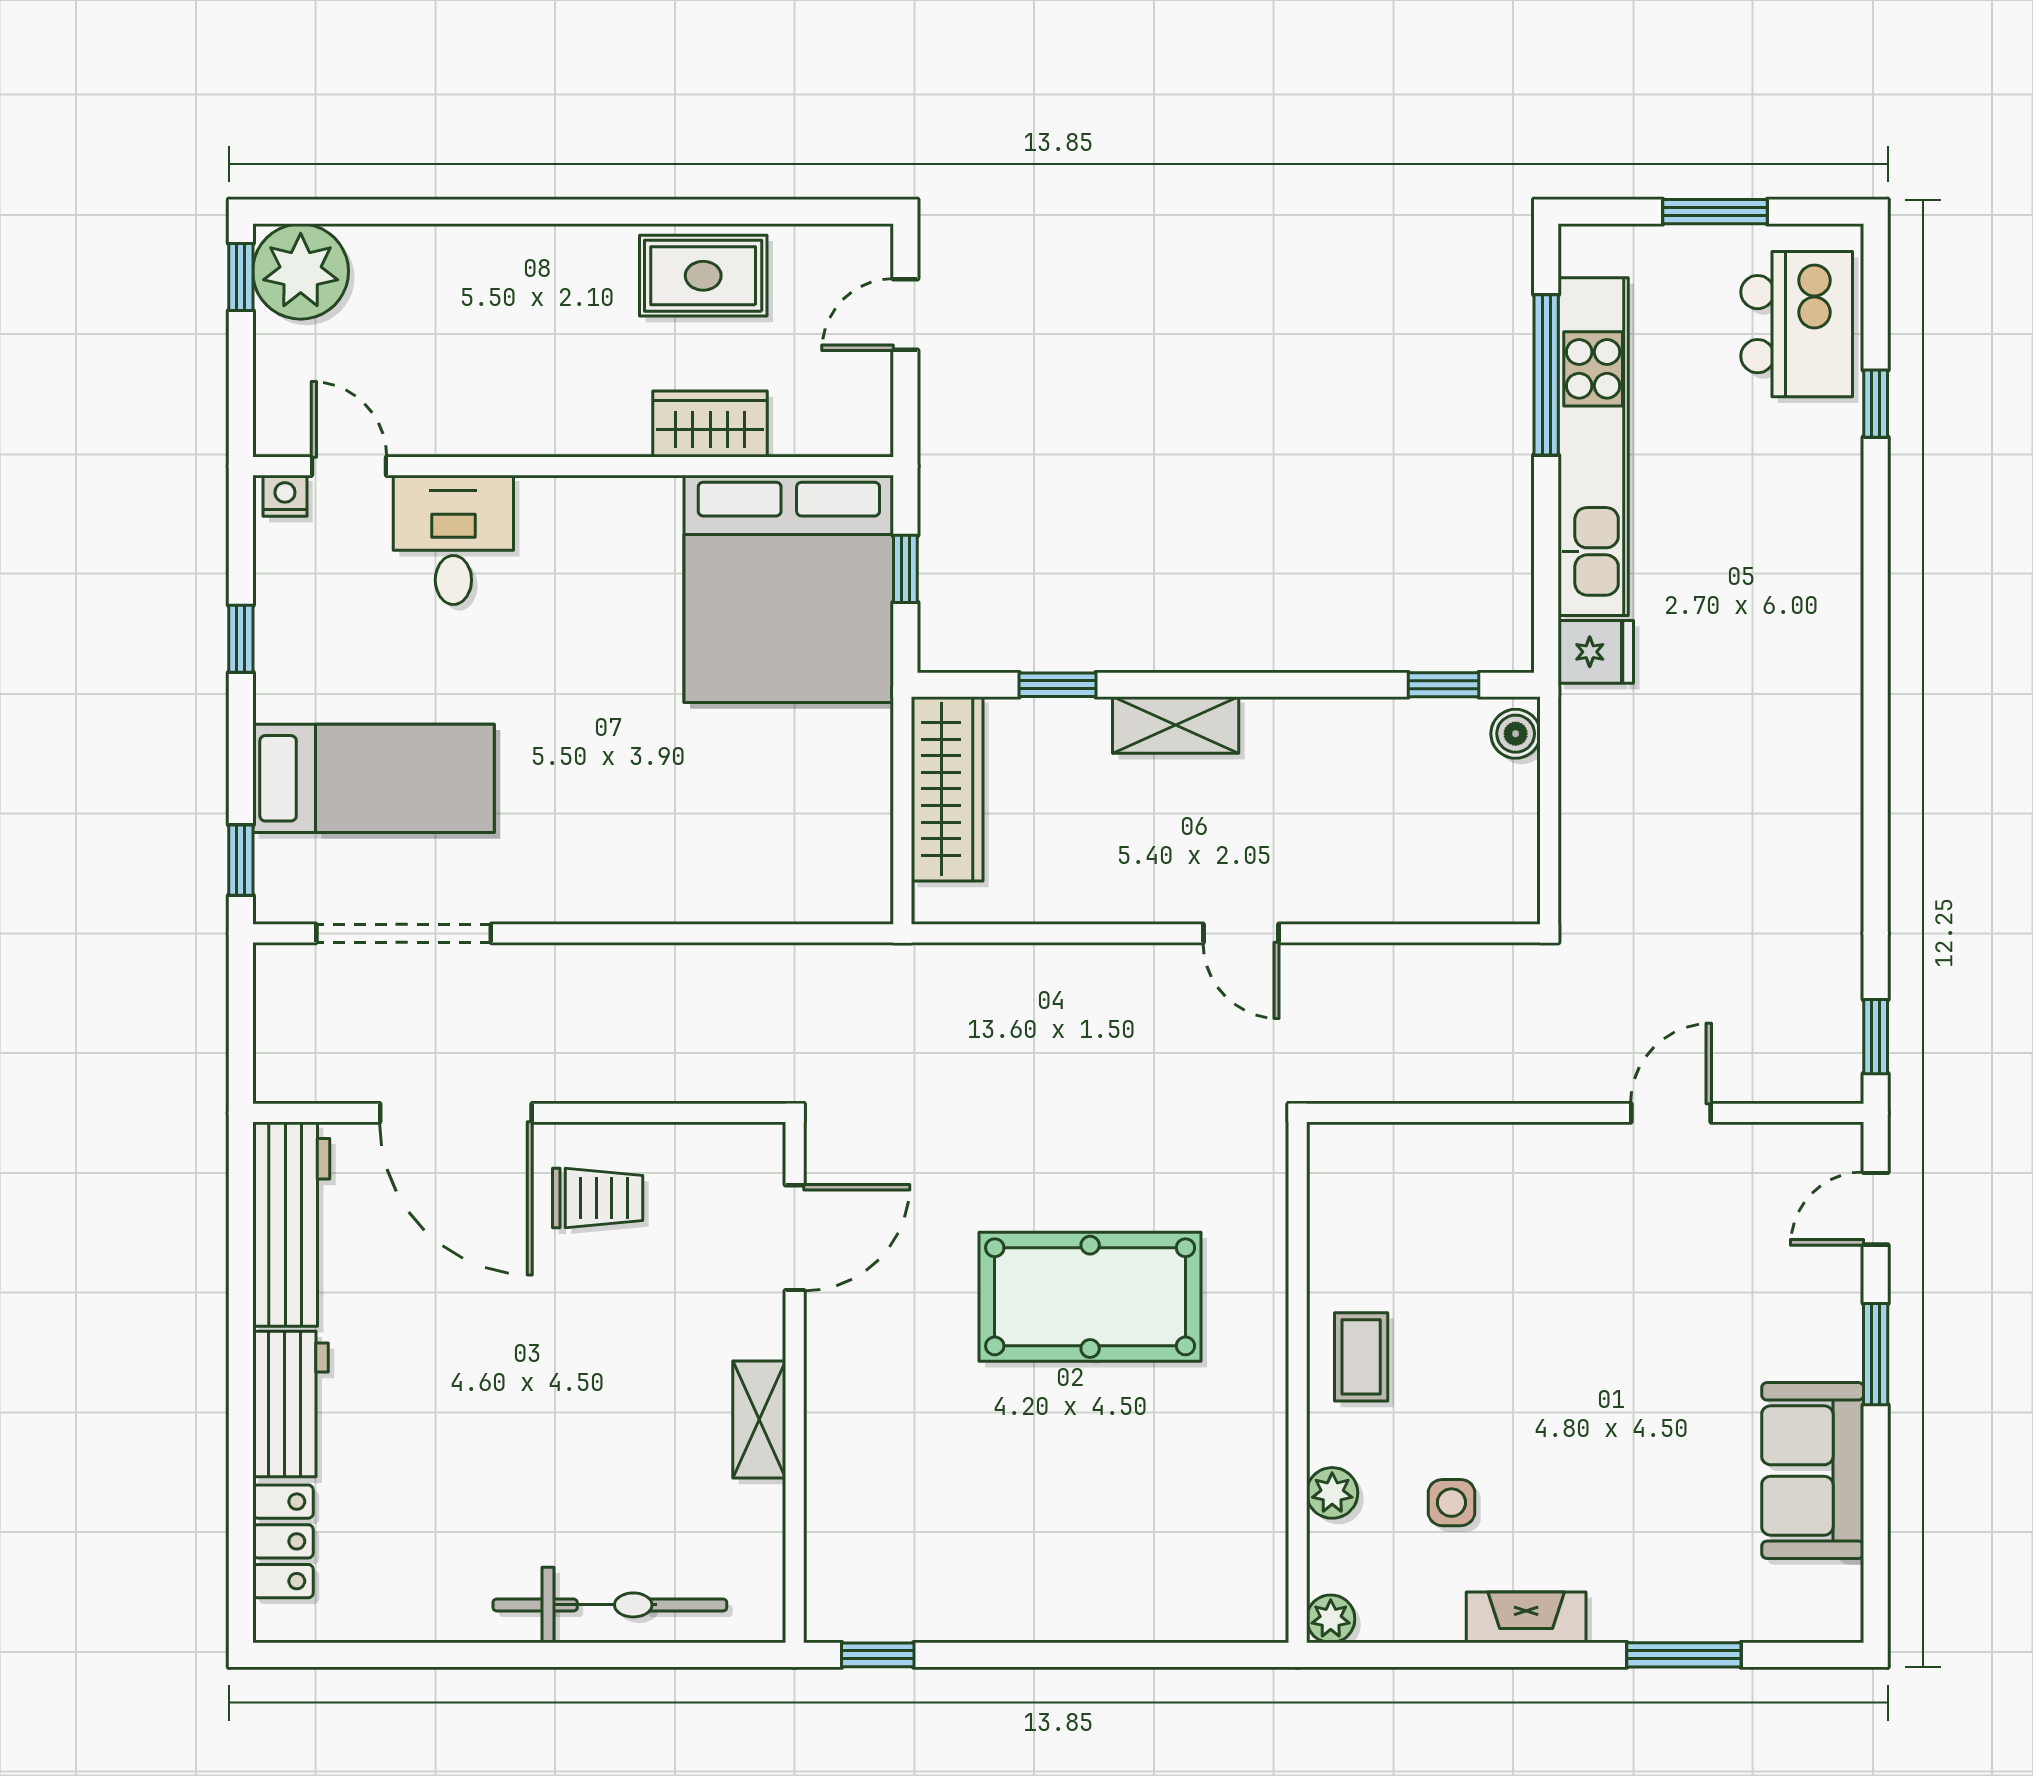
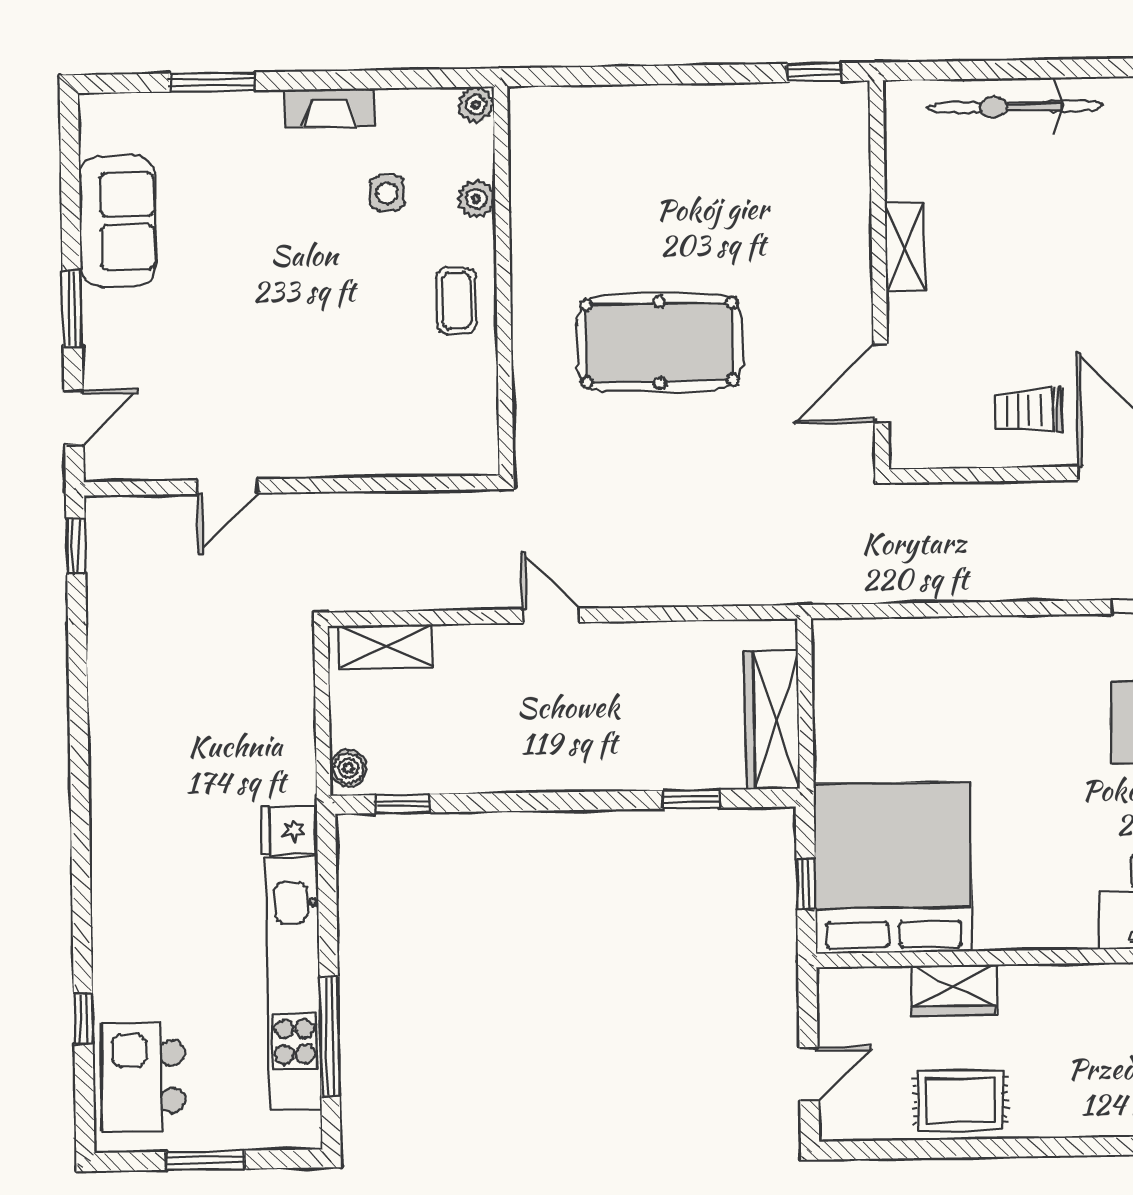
shelving: (1176, 725) -> (386, 646), moved

